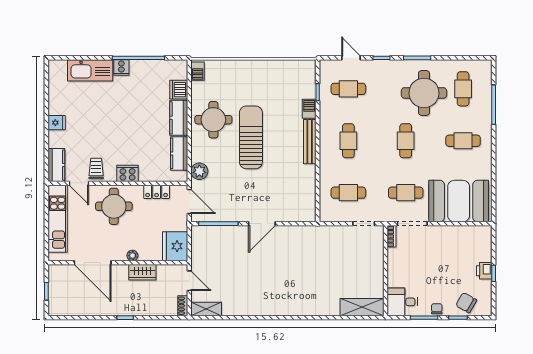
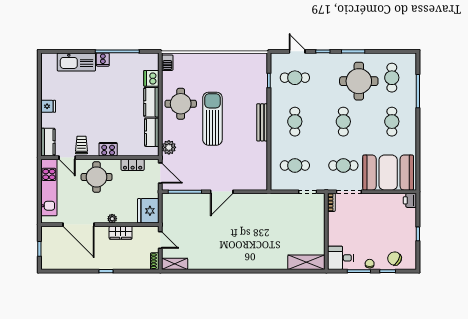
barbecue: (309, 109) -> (262, 94), removed
cafe table: (463, 141) -> (392, 122), turned 90
printer: (484, 271) -> (410, 200), moved

